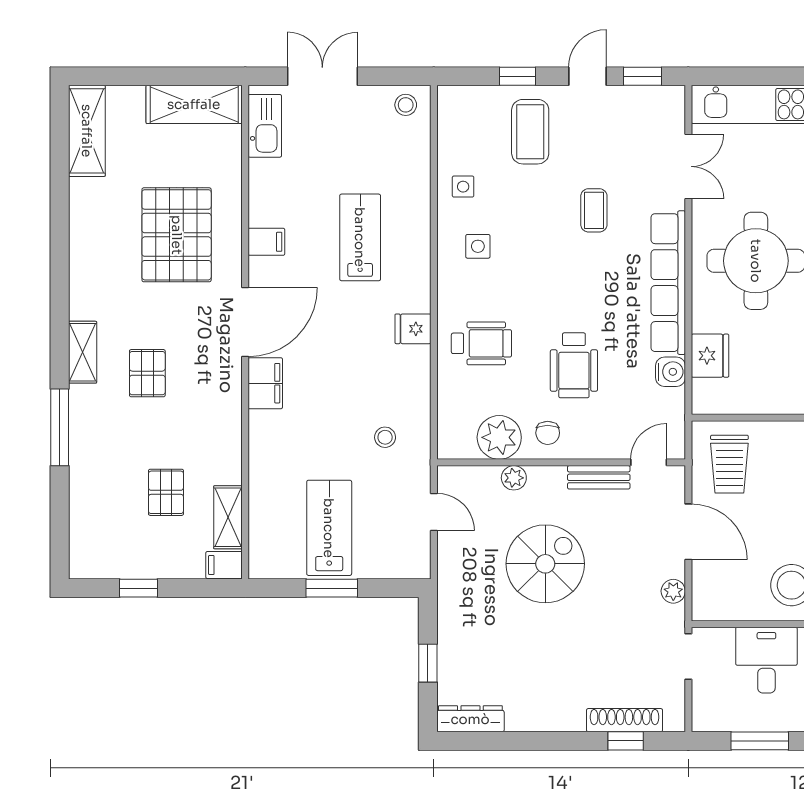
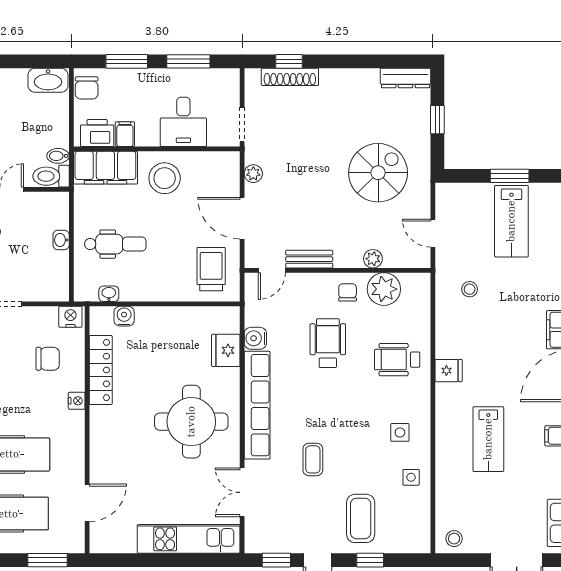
spiral stairs: (545, 564) -> (378, 173), moved, turned 180

